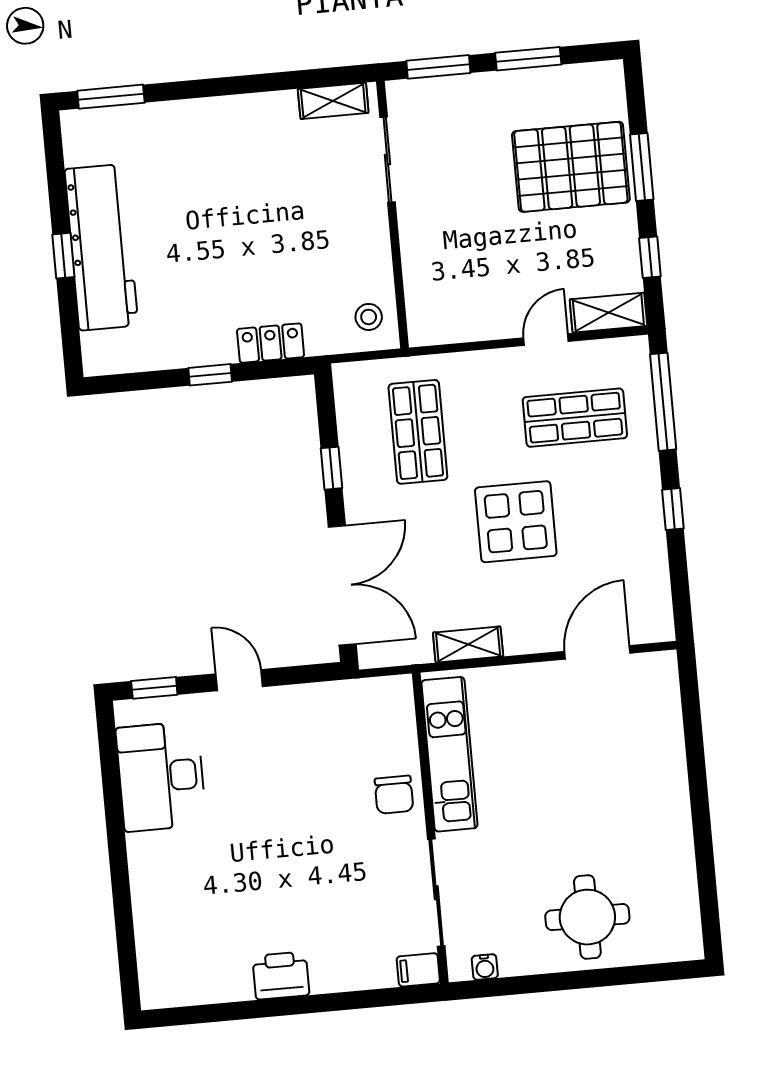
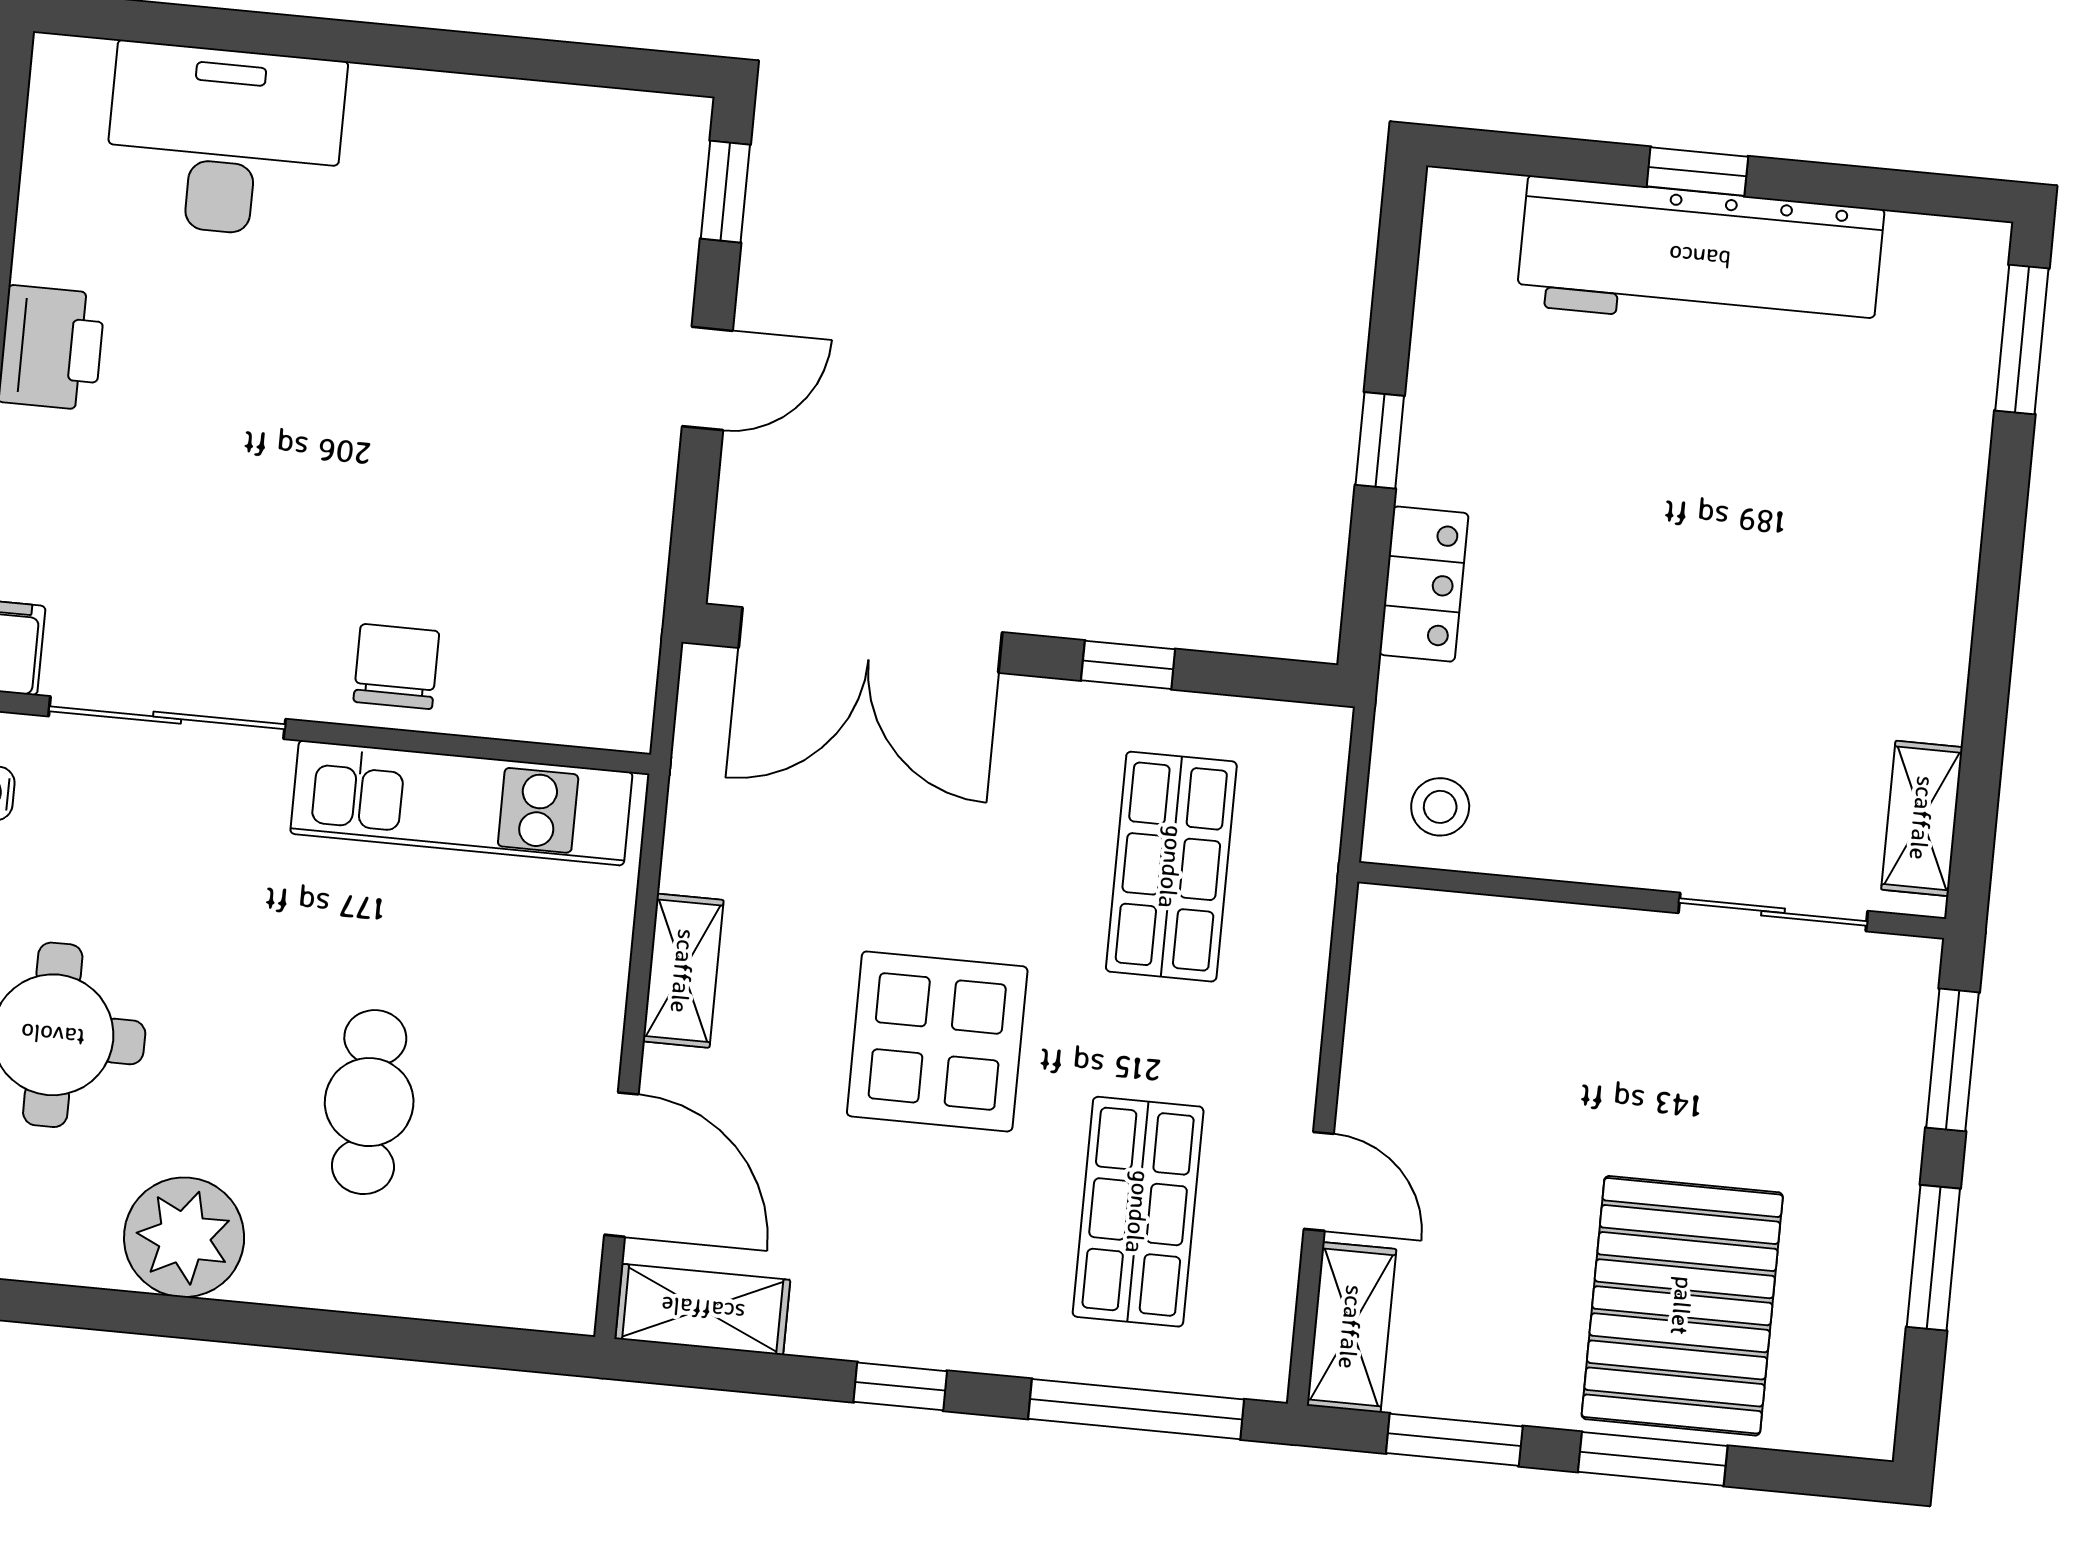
window: (650, 257) -> (1454, 1440), width x1.50
shop shelf: (418, 432) -> (1171, 867), turned 90
shelving: (655, 604) -> (703, 1309), added
shelving: (468, 644) -> (683, 971), moved
cafe table: (591, 770) -> (369, 1102), added
desk: (161, 776) -> (225, 141), moved
chair: (394, 795) -> (396, 666), turned 90
plant: (667, 841) -> (184, 1237), added

